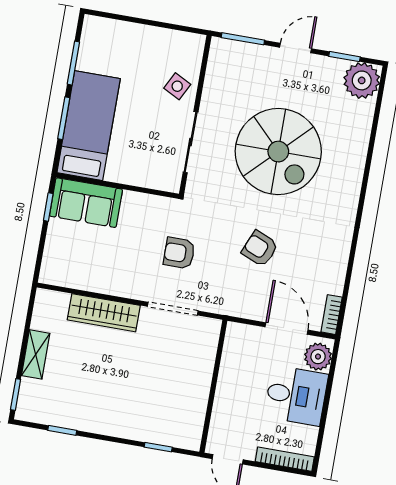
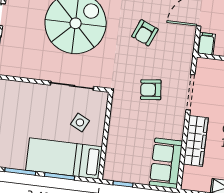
side table: (177, 86) -> (80, 122), moved
sofa: (86, 203) -> (166, 163), moved, turned 180
armchair: (179, 253) -> (151, 90), turned 84
filing cabinet: (240, 334) -> (206, 44), added

